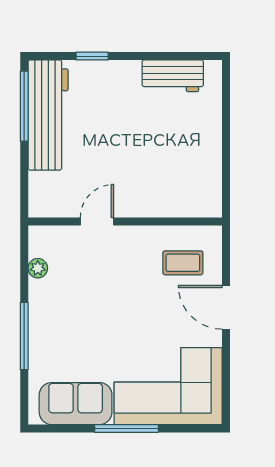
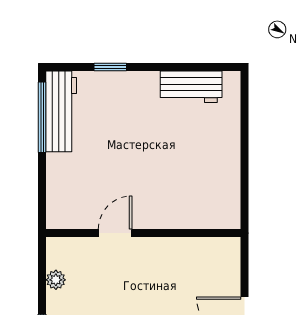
workbench: (48, 115) -> (61, 111), width x0.73, depth x0.76
coffee table: (183, 263) -> (201, 274), removed

